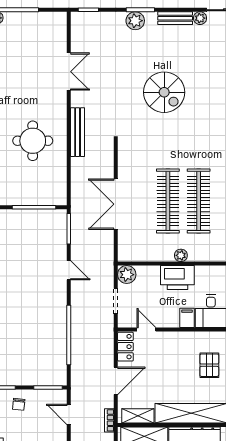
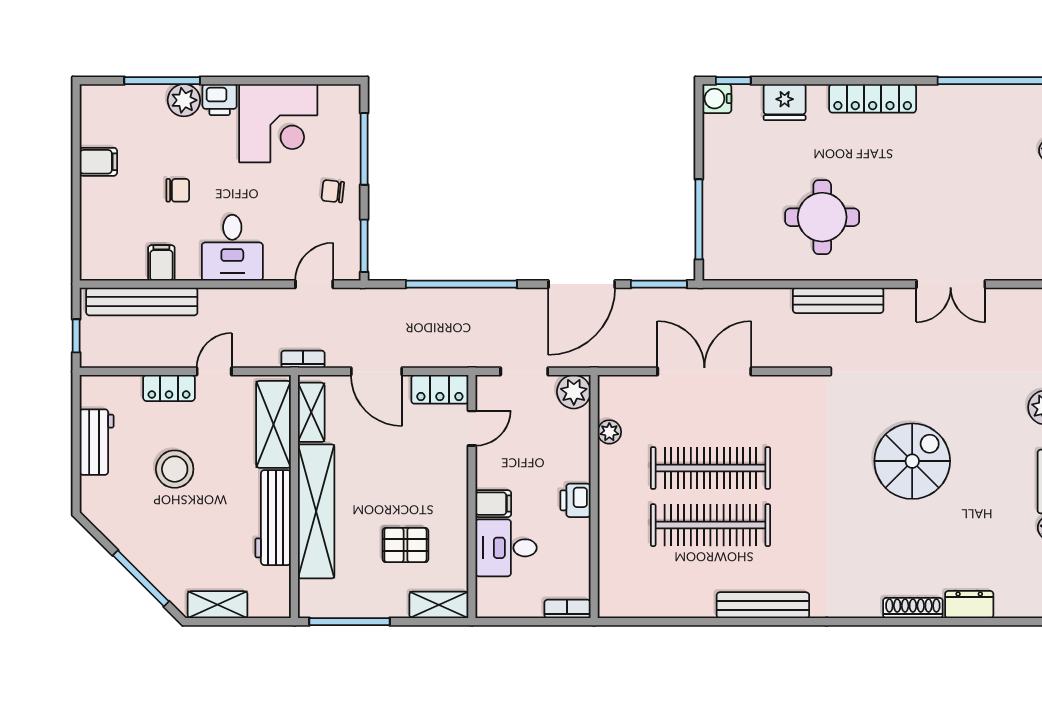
spiral stairs: (164, 92) -> (912, 461), turned 180
plant: (181, 255) -> (609, 432), moved
door: (69, 270) -> (582, 284), width x1.88
printer: (177, 278) -> (575, 500), width x0.53, depth x0.68

